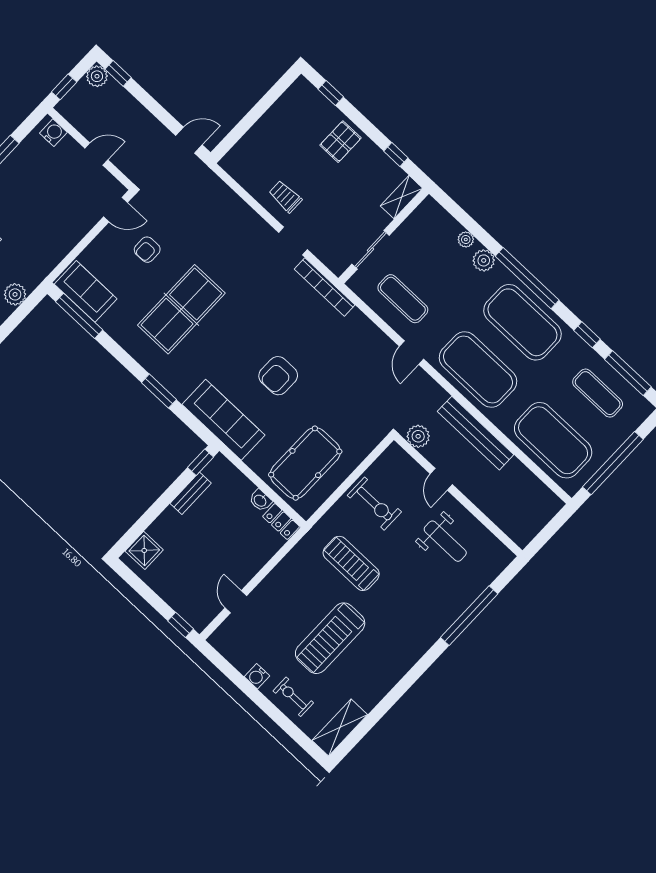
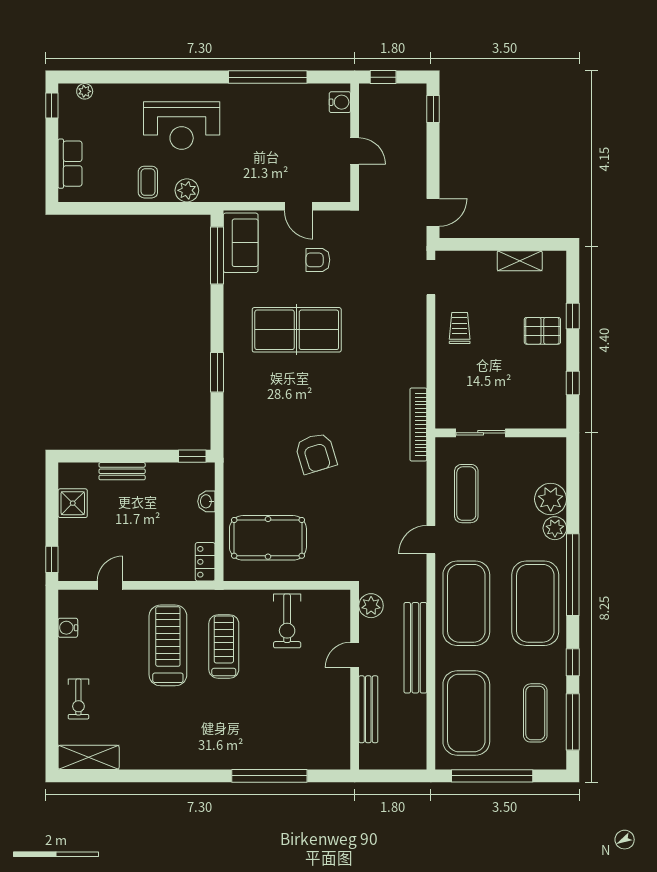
plant: (97, 76) -> (415, 95), removed
window: (331, 93) -> (573, 316), moved
door: (189, 140) -> (433, 212), hinge flipped
shelving: (402, 197) -> (520, 261), moved
door: (116, 210) -> (299, 206), moved
plant: (466, 239) -> (551, 499), width x1.87, depth x1.87
doorway: (293, 241) -> (431, 277), moved
armchair: (278, 376) -> (316, 453), turned -107
sofa: (223, 420) -> (242, 443), removed
bench: (191, 493) -> (122, 471), moved
washbasin: (260, 500) -> (206, 501), moved
bench: (487, 505) -> (368, 709), added
weight bench: (445, 541) -> (310, 703), removed
shower: (144, 550) -> (73, 503), moved
treadmill: (330, 638) -> (168, 645), moved, turned 90
water cooler: (257, 676) -> (68, 628), moved
exercise bike: (293, 697) -> (78, 699), turned 180

